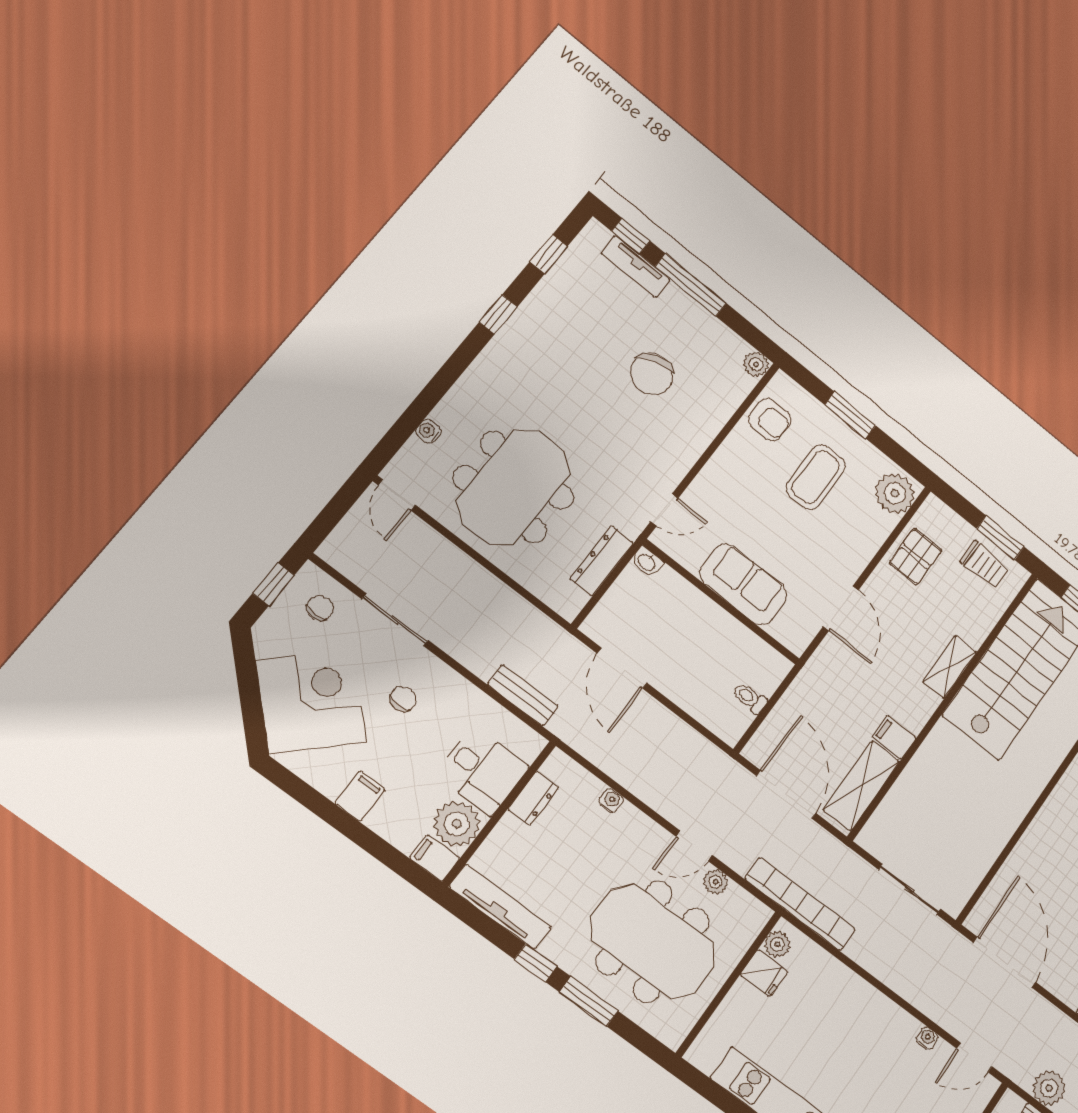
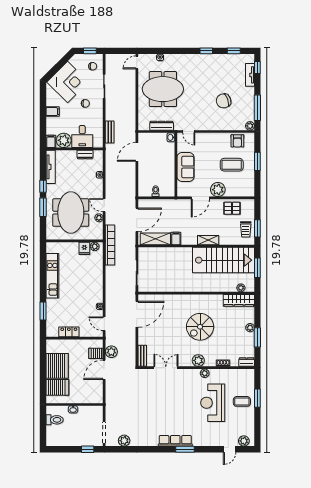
window: (691, 285) -> (257, 108), moved
plant: (895, 493) -> (218, 190), moved

